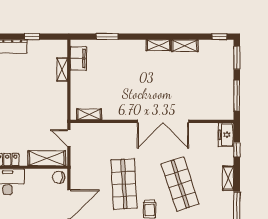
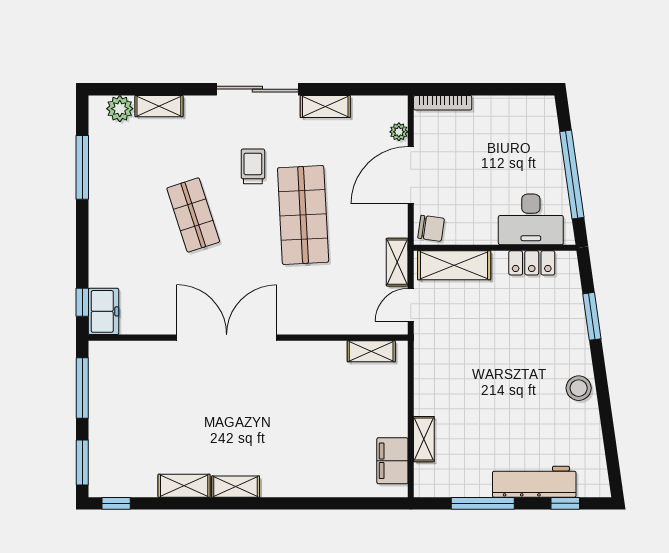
window: (32, 37) -> (483, 503), width x2.17
window: (107, 37) -> (336, 503), removed
door: (69, 138) -> (411, 305), swing flipped
window: (237, 150) -> (82, 302), moved
shelving: (228, 178) -> (397, 262), moved
shop shelf: (180, 184) -> (193, 215), width x0.70, depth x0.74

